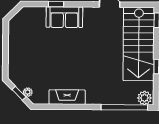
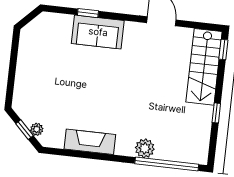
stairs: (139, 44) -> (204, 67), width x0.73, depth x0.66
plant: (144, 98) -> (145, 148), moved

